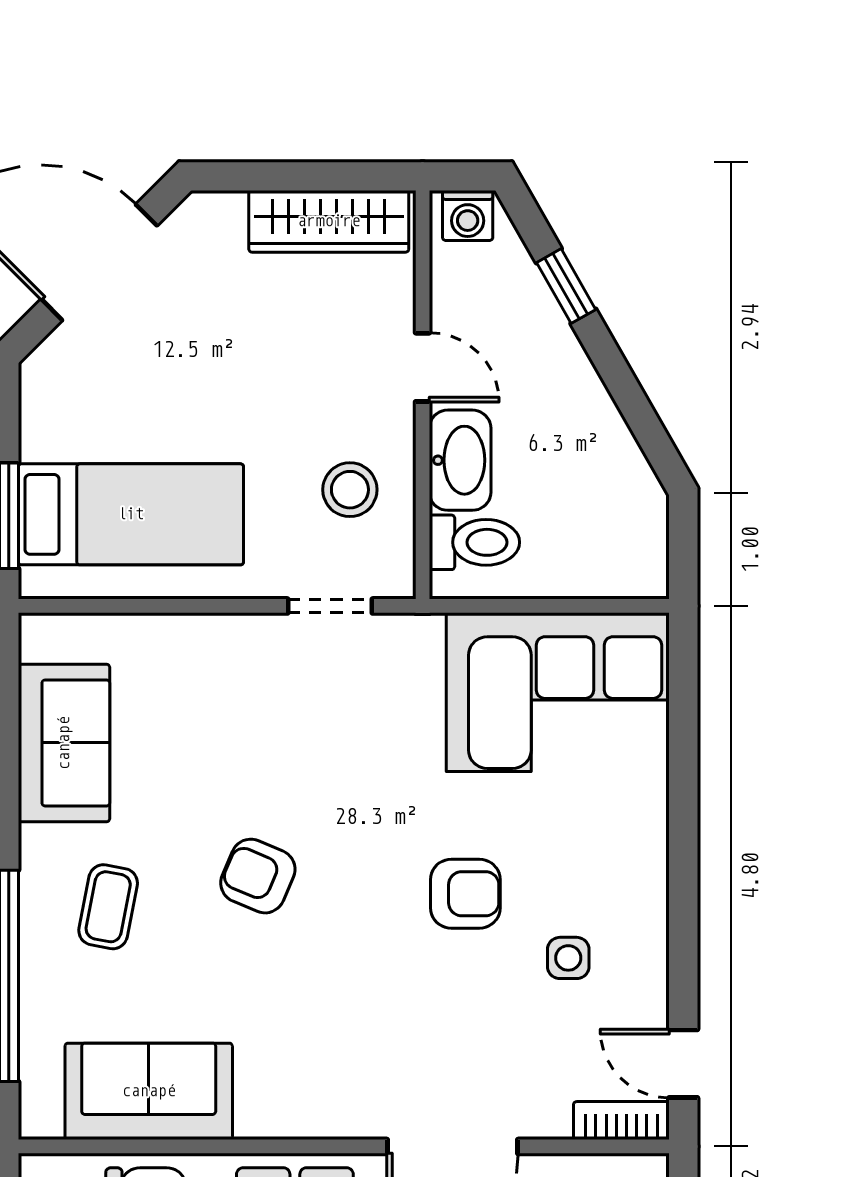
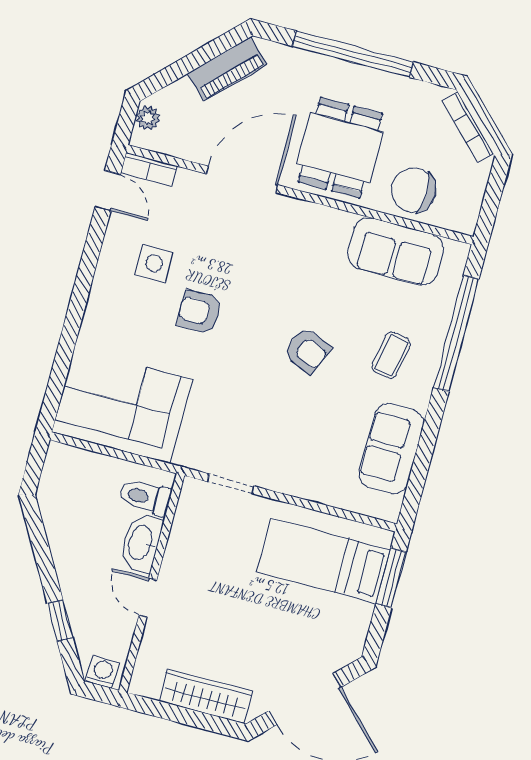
wardrobe: (329, 221) -> (206, 696), moved
stool: (350, 490) -> (204, 543), removed
side table: (568, 958) -> (154, 263), width x1.37, depth x1.37

